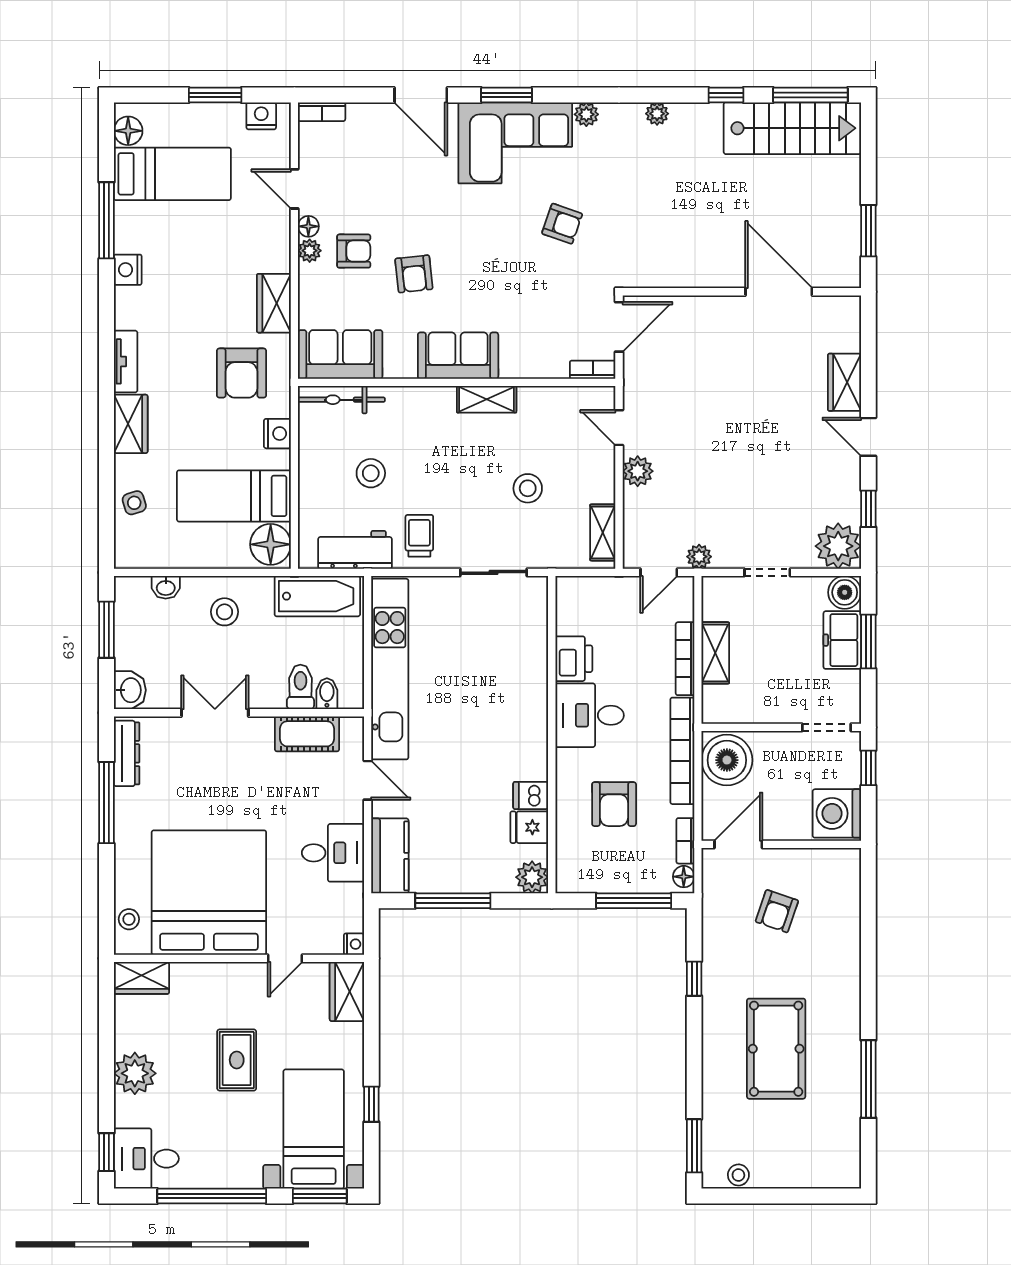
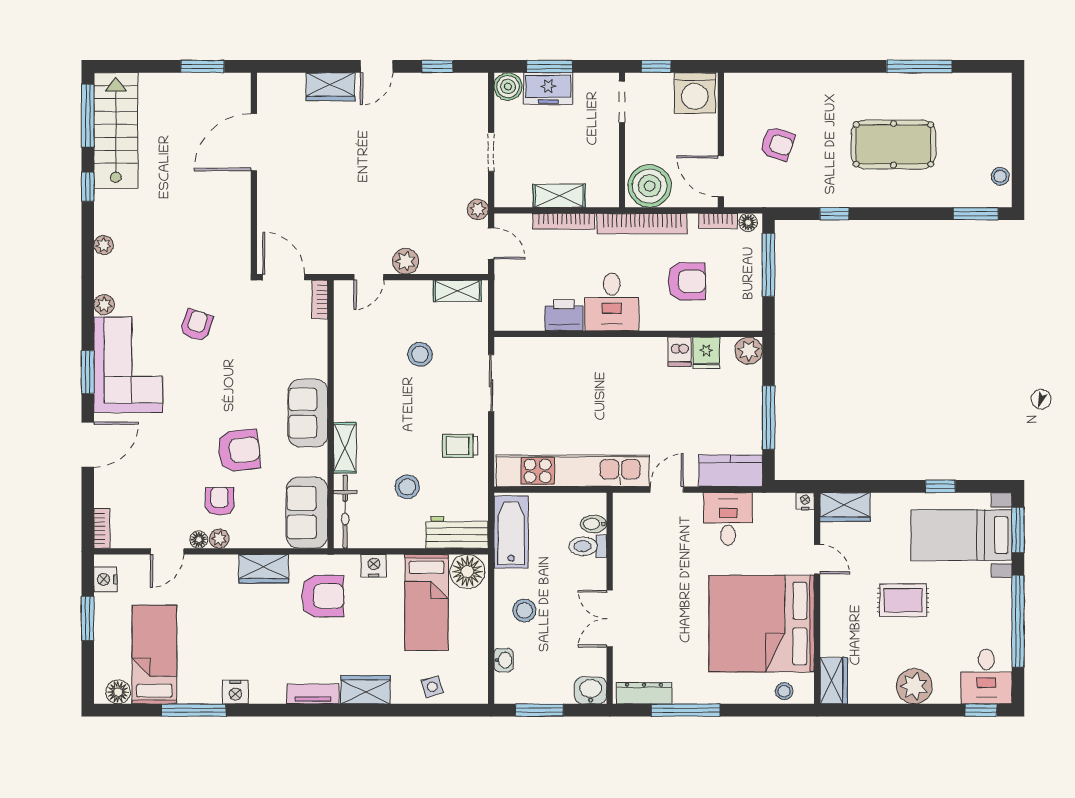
armchair: (414, 274) -> (239, 450), width x1.38, depth x1.38
shelving: (487, 399) -> (345, 448), moved
plant: (838, 546) -> (469, 92), removed
workbench: (355, 550) -> (457, 532), moved, turned 90
cot: (307, 734) -> (627, 541), removed

